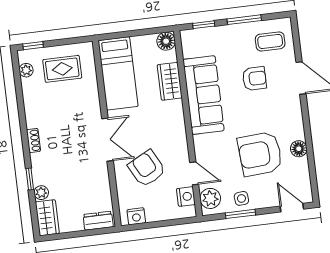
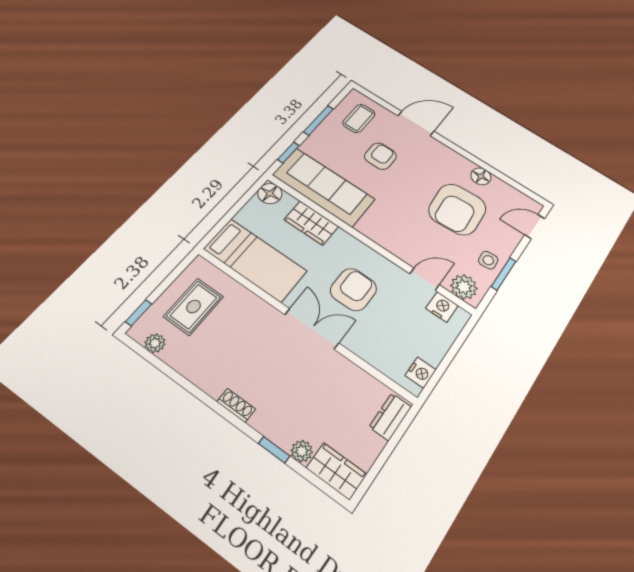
sofa: (204, 95) -> (324, 187), moved
armchair: (147, 168) -> (353, 289), moved, turned 118

